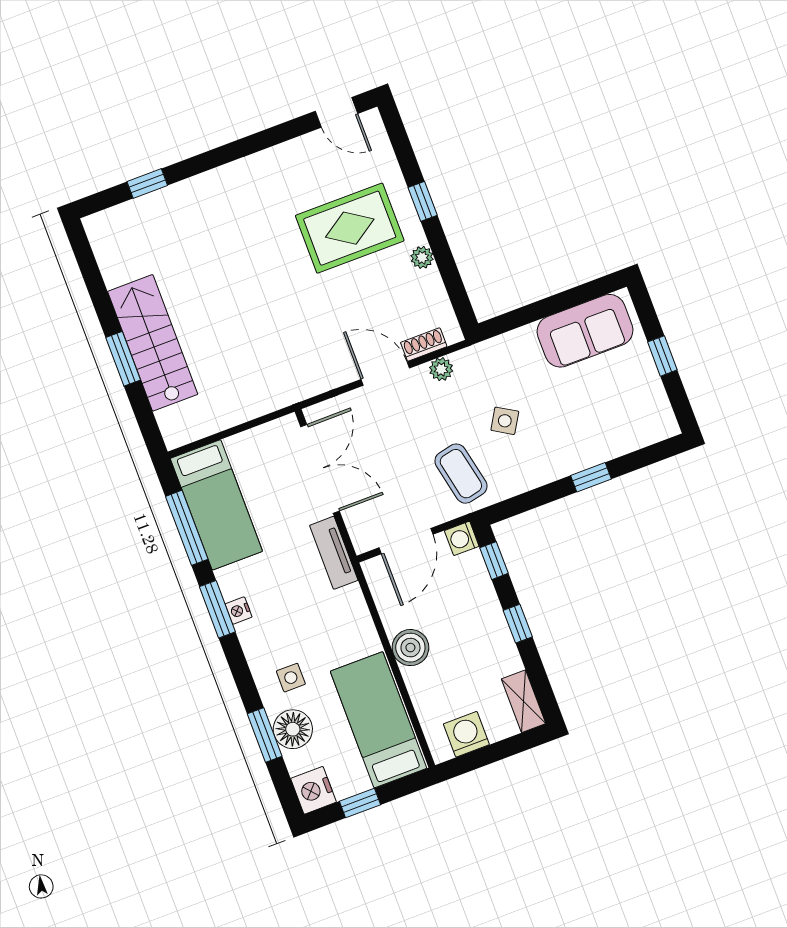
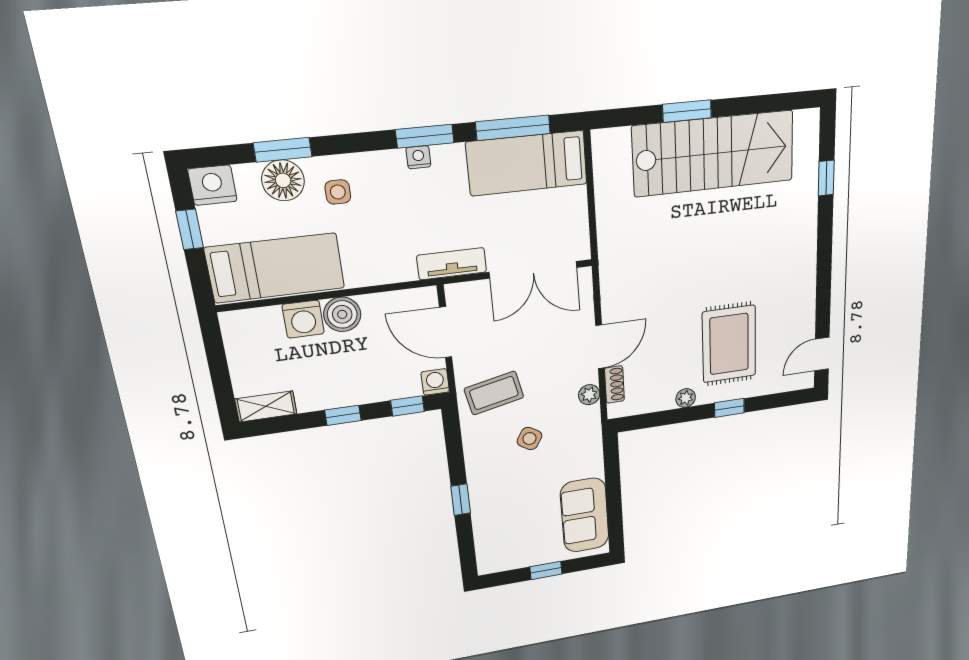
stairs: (153, 343) -> (714, 153), width x1.36, depth x1.51
washing machine: (466, 734) -> (303, 319), moved, turned 90

